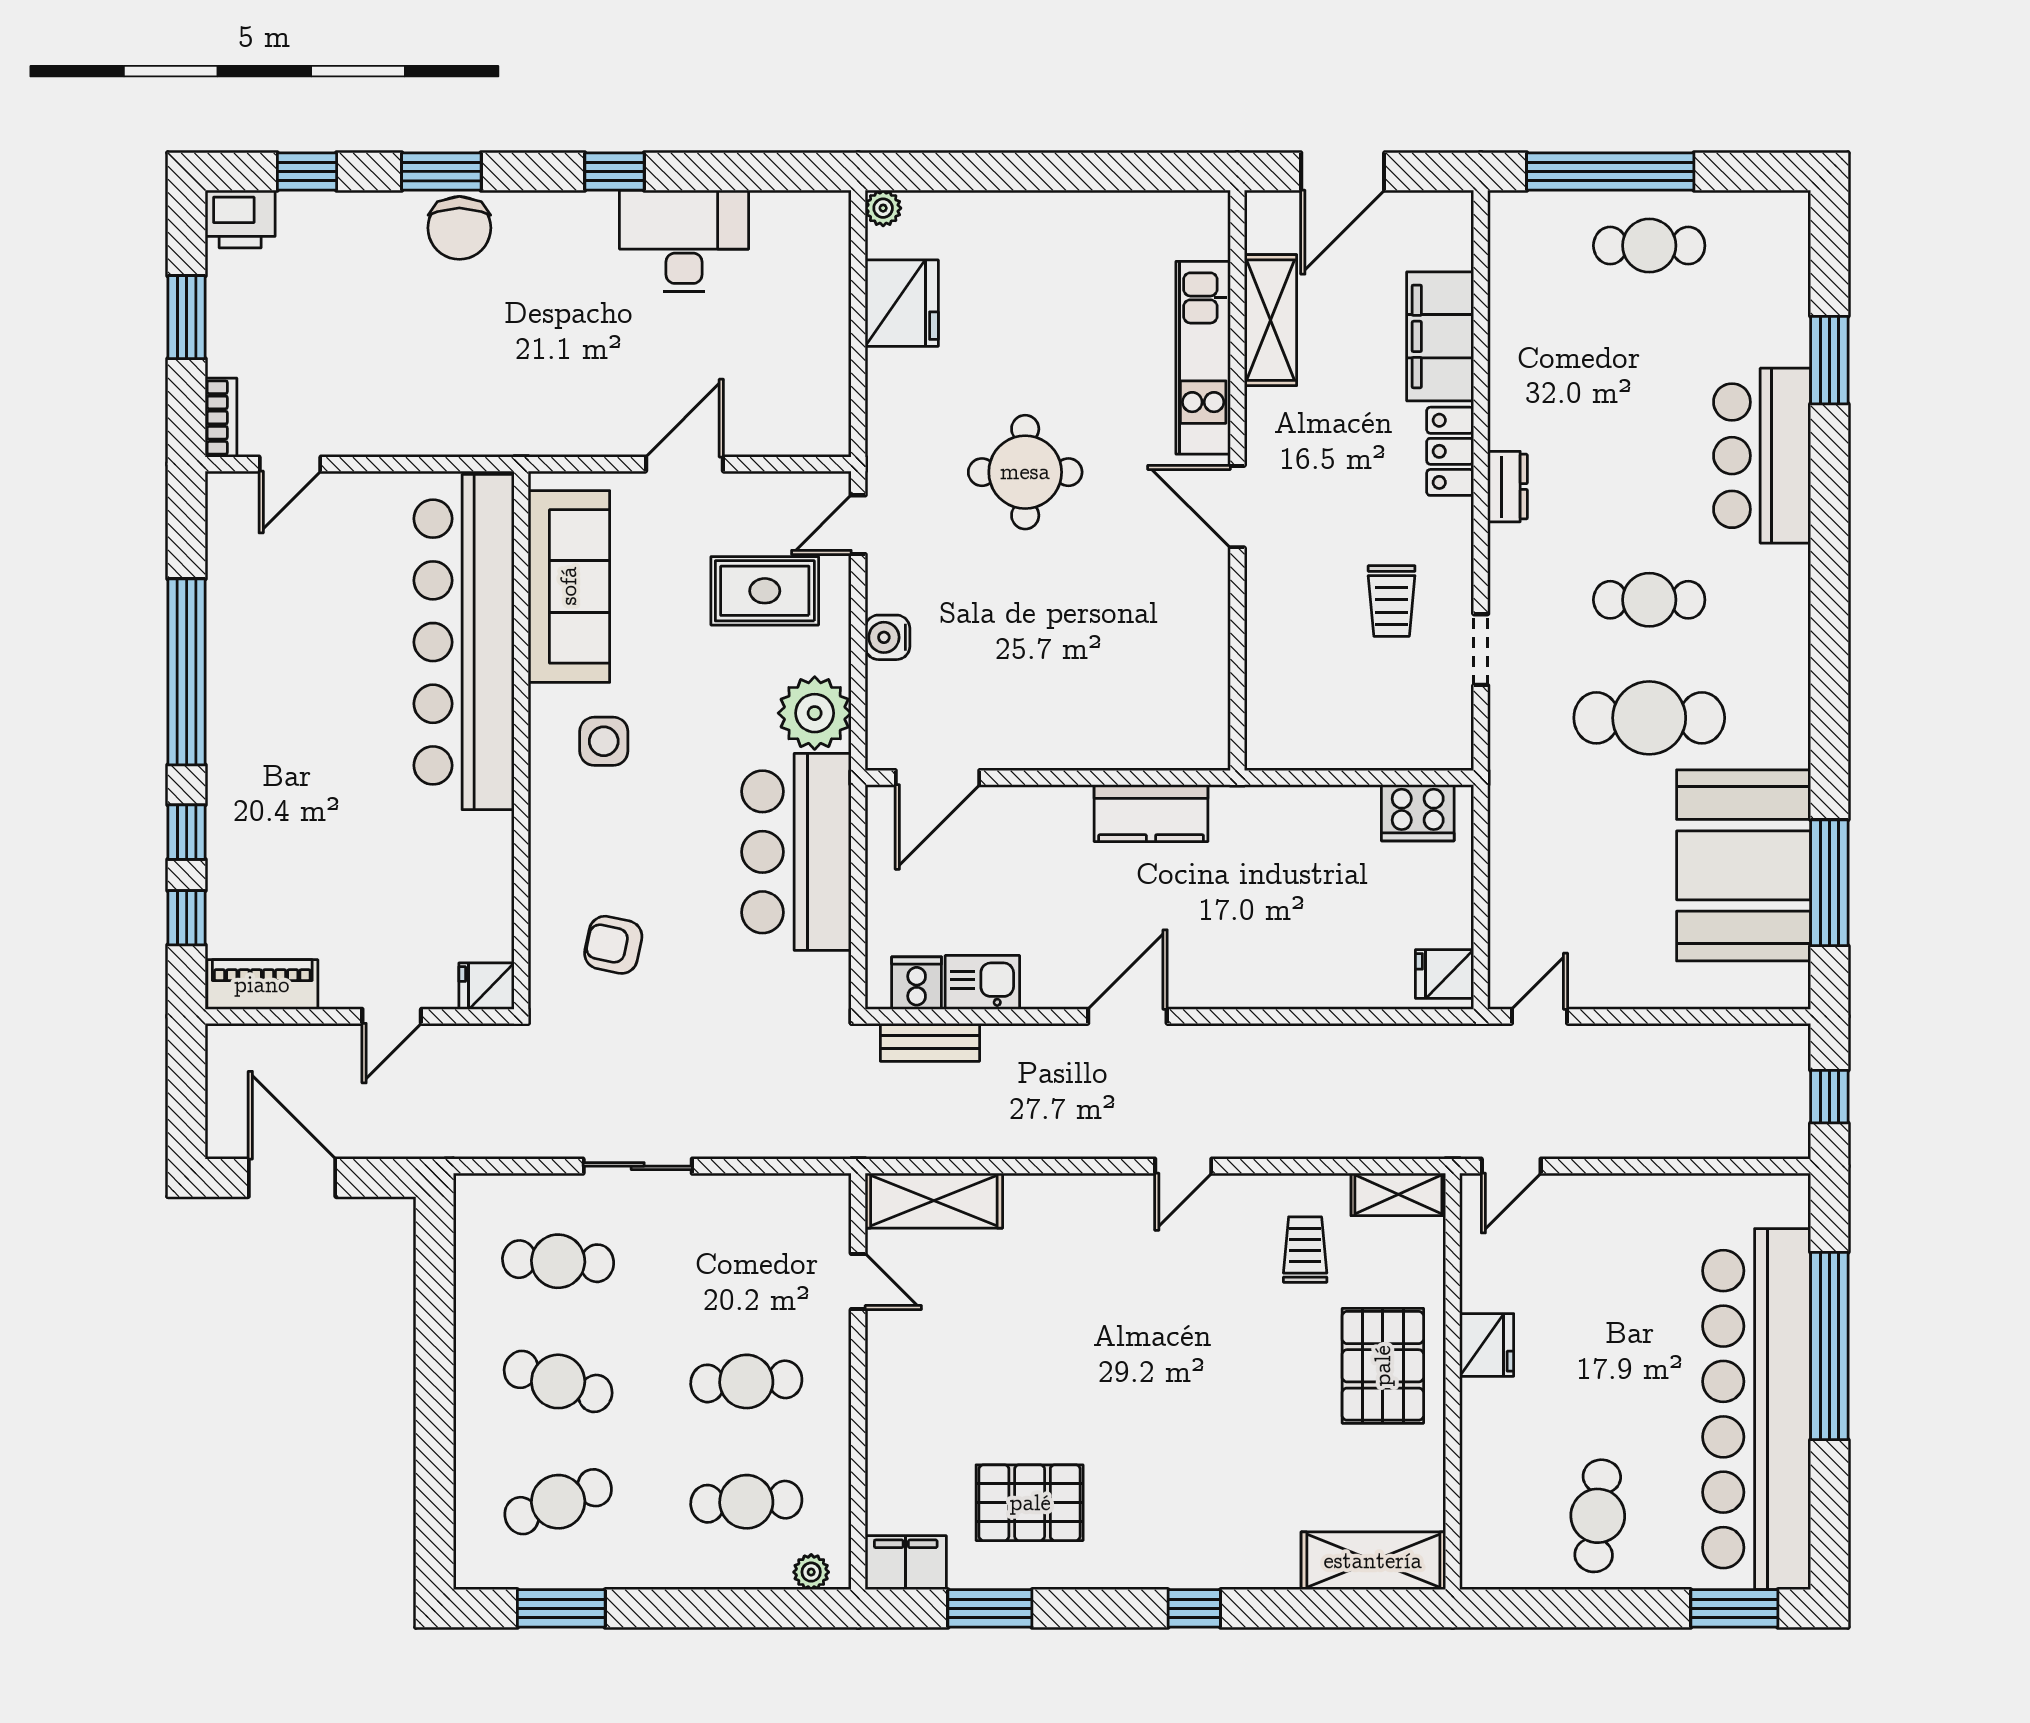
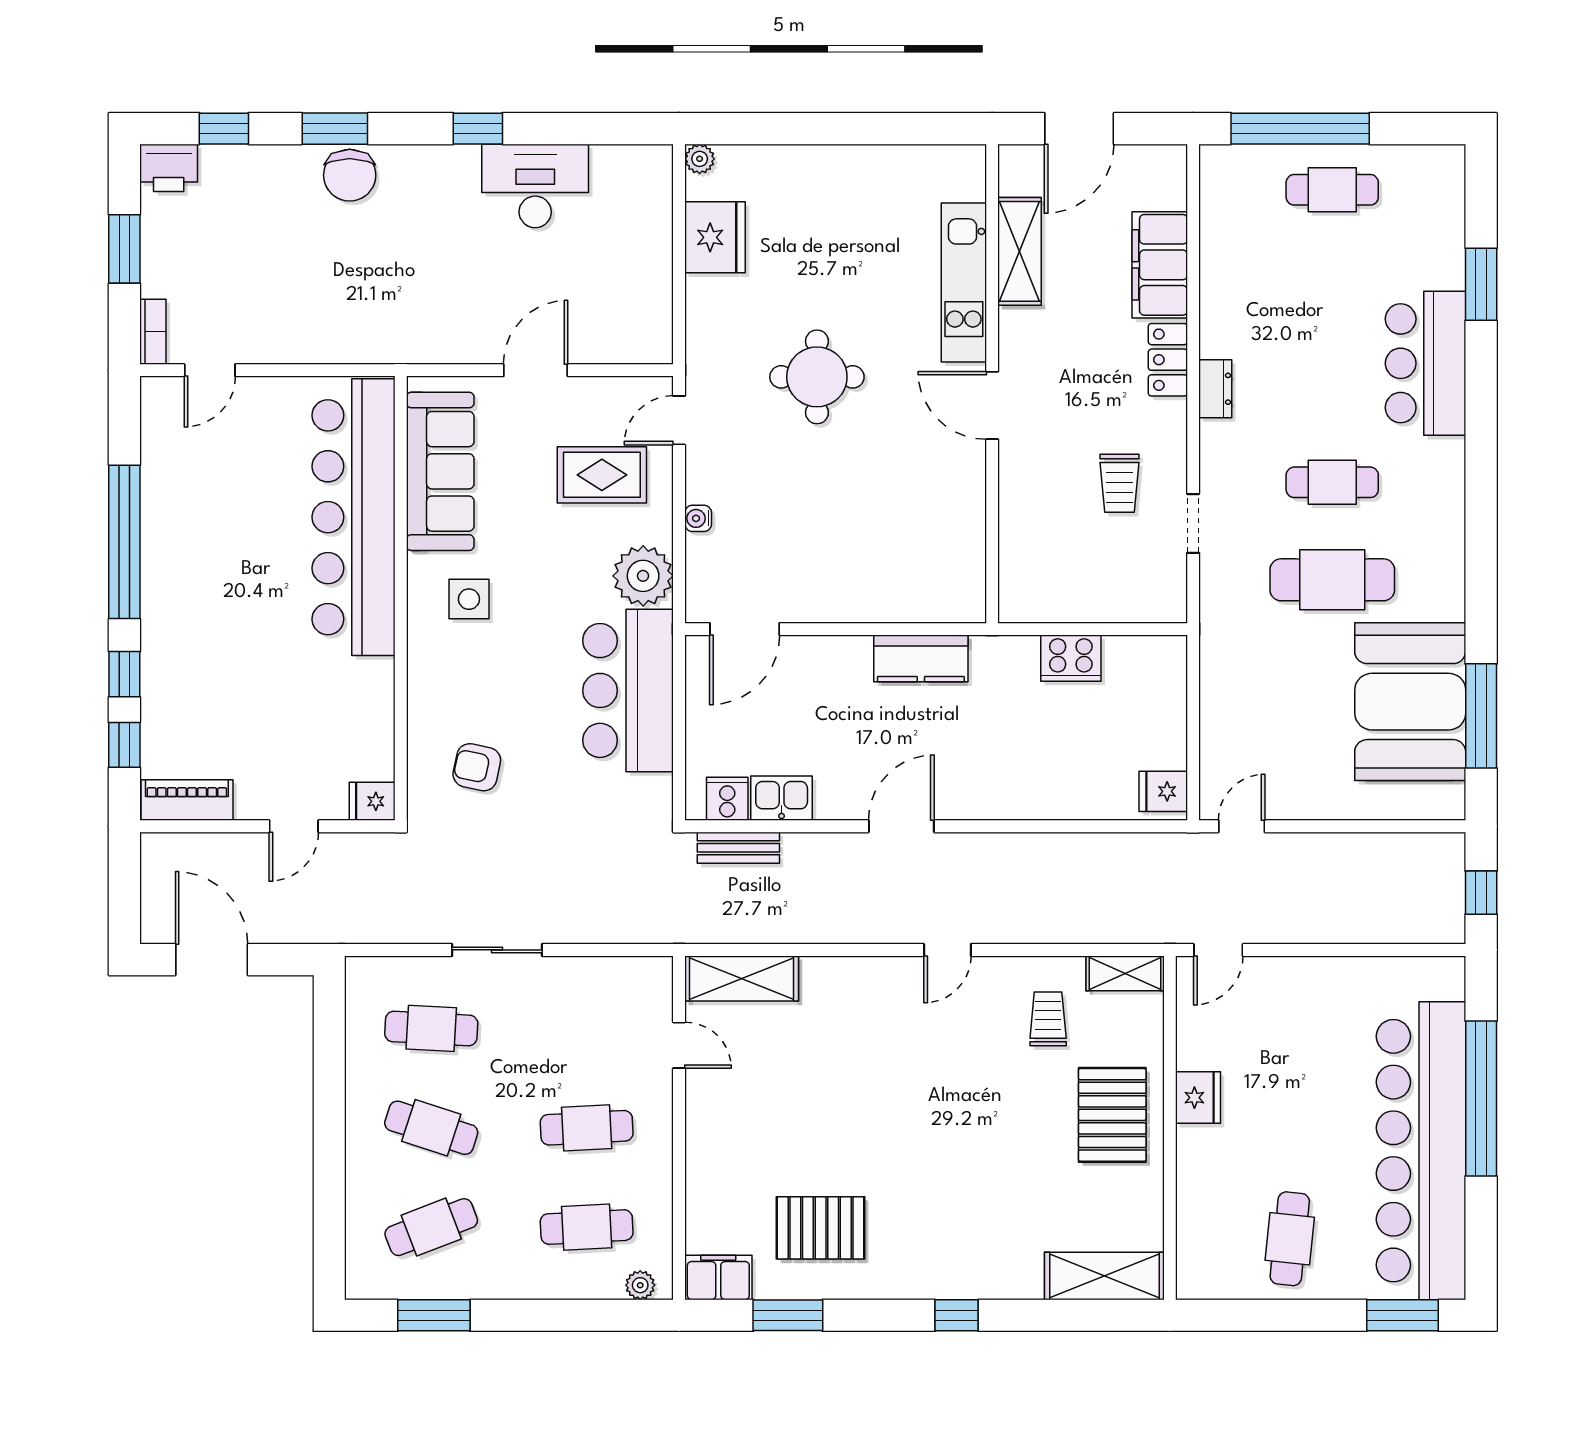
water cooler: (887, 637) -> (698, 518), width x0.72, depth x0.72
cooker: (1418, 813) -> (1071, 658), moved

